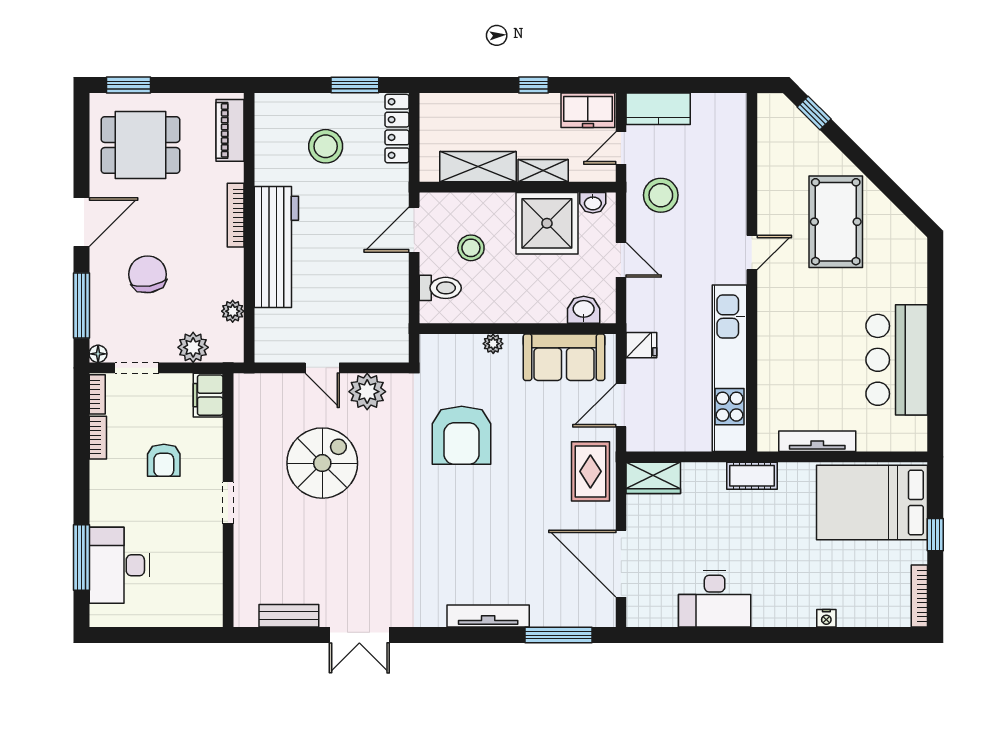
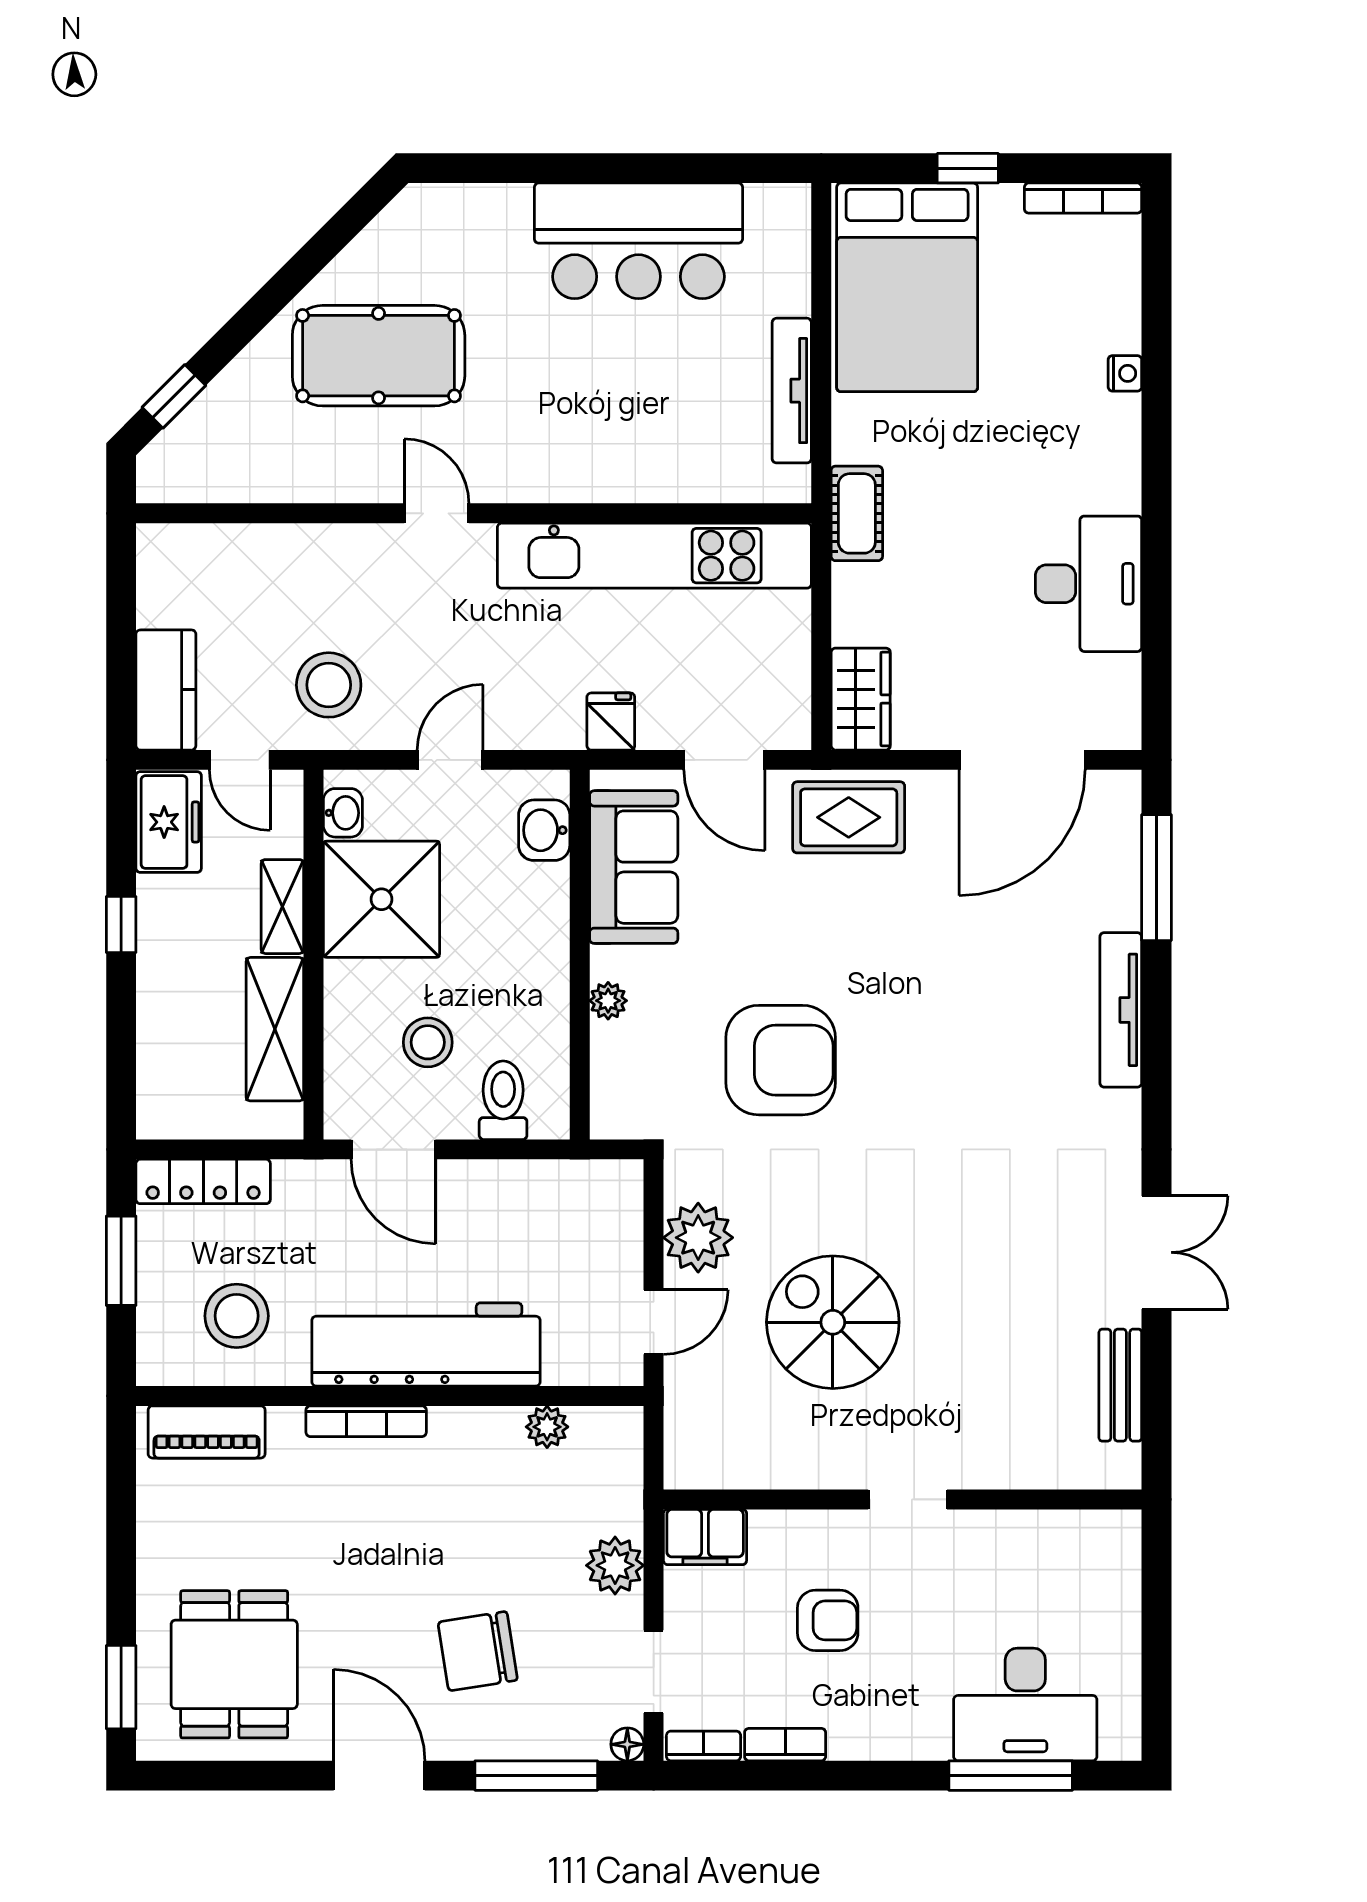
piano: (230, 130) -> (207, 1432), moved
bookcase: (236, 215) -> (366, 1421), moved
wall: (249, 228) -> (390, 1396), moved
workbench: (276, 247) -> (426, 1344), moved
plant: (233, 311) -> (547, 1427), moved

